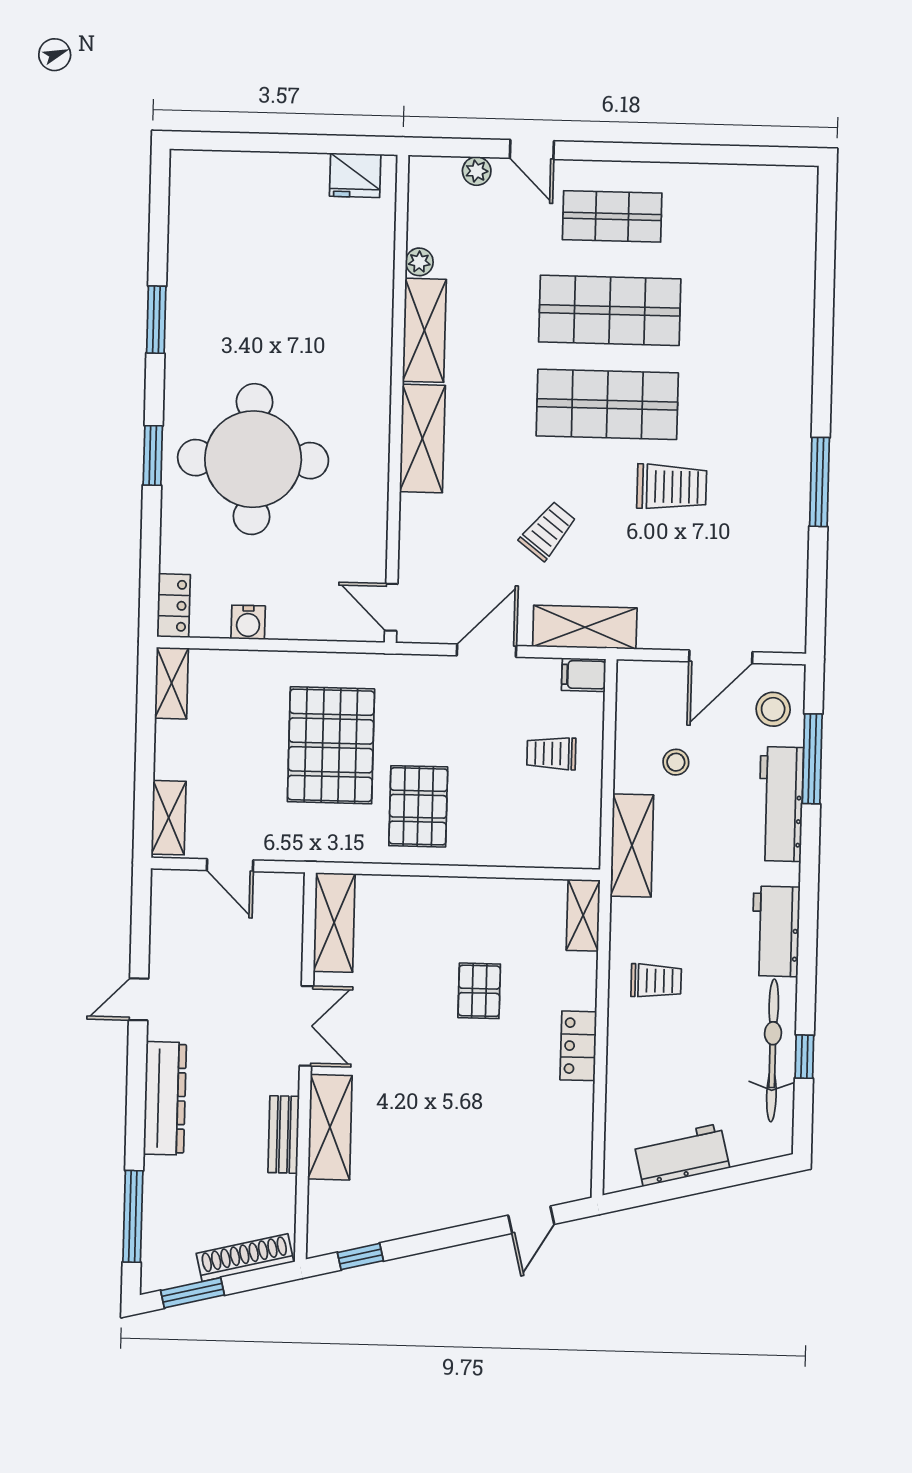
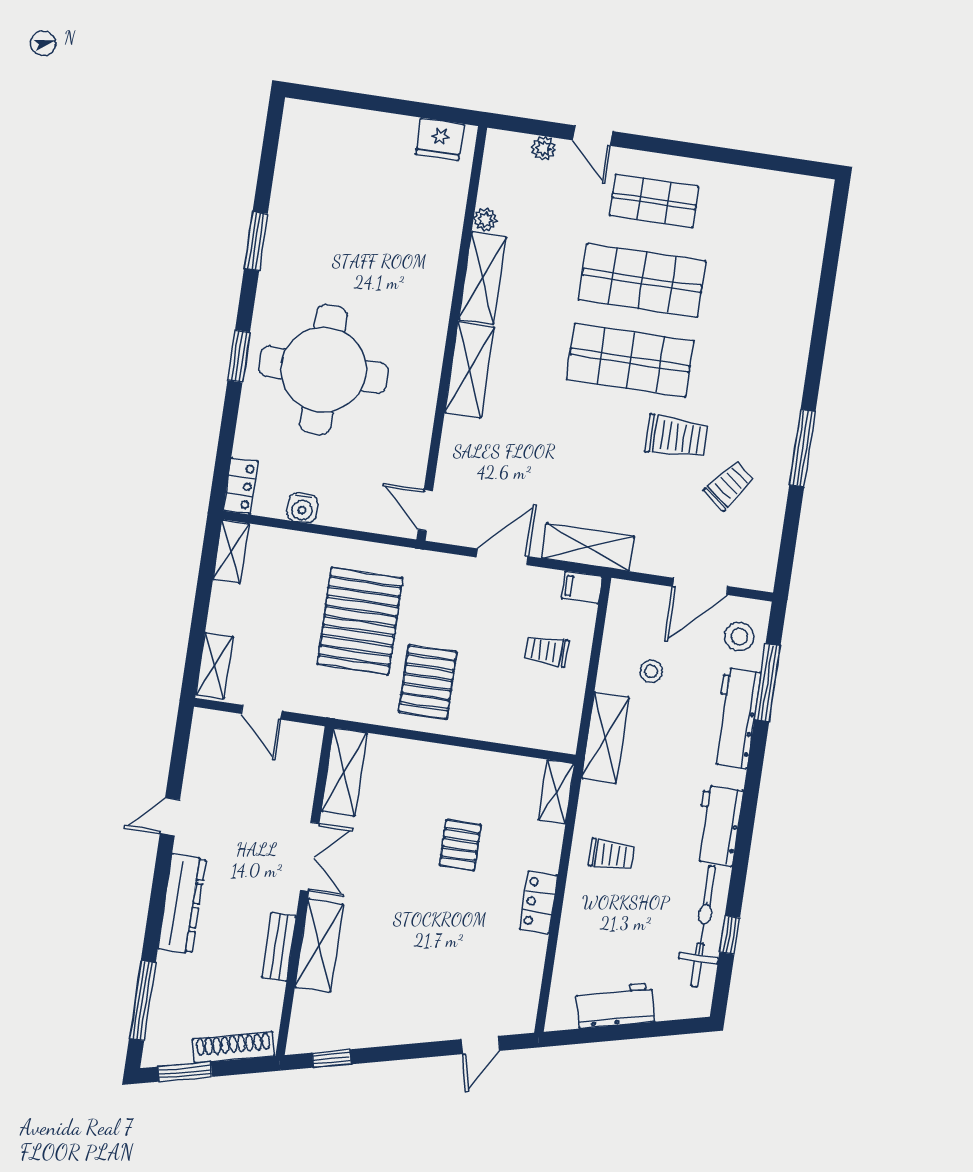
trolley: (548, 531) -> (729, 486), moved

